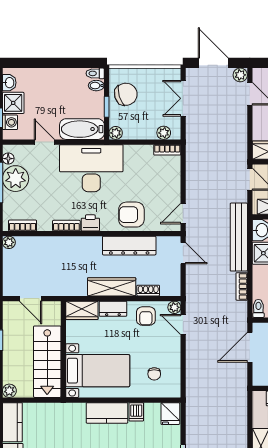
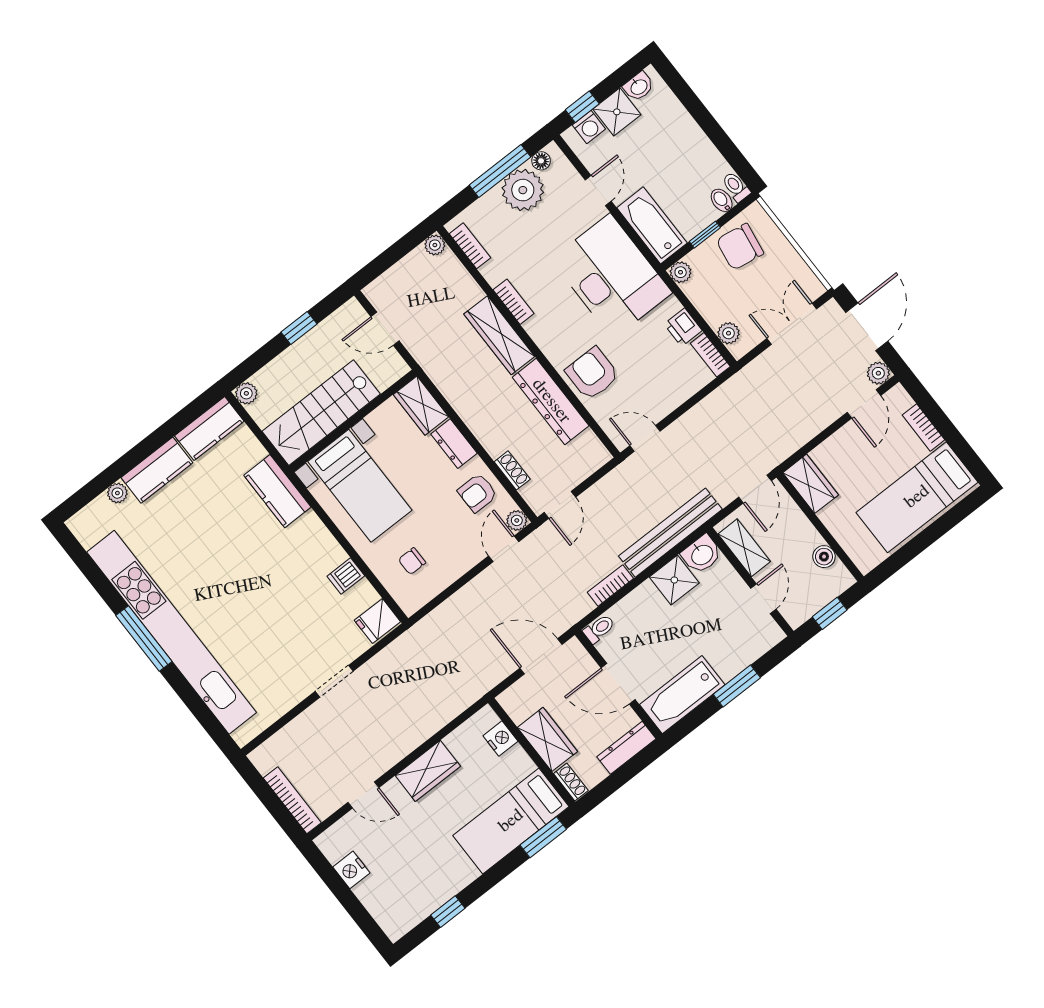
chair: (126, 94) -> (740, 247), turned 116
printer: (90, 223) -> (683, 327), moved, turned 180
door: (183, 253) -> (560, 505), moved
wardrobe: (112, 287) -> (499, 335), moved, turned 180
door: (31, 299) -> (385, 329), hinge flipped
kitchen counter: (107, 413) -> (277, 491), moved

